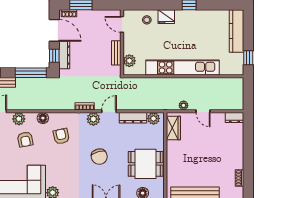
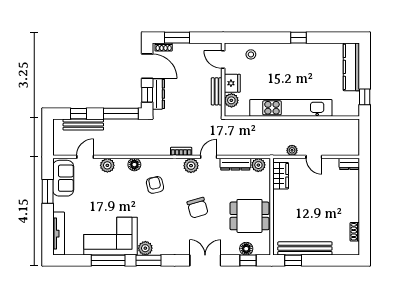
fridge: (166, 17) -> (232, 83), moved, turned -90
armchair: (25, 139) -> (114, 189), removed

